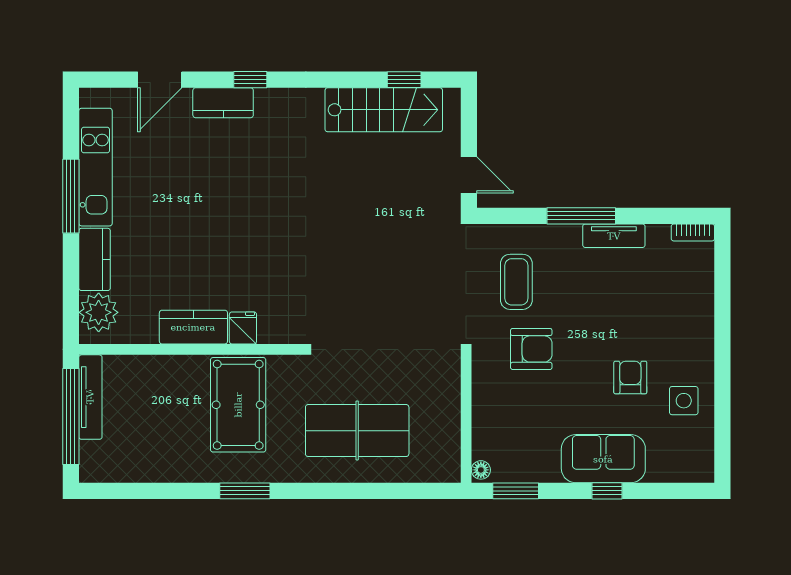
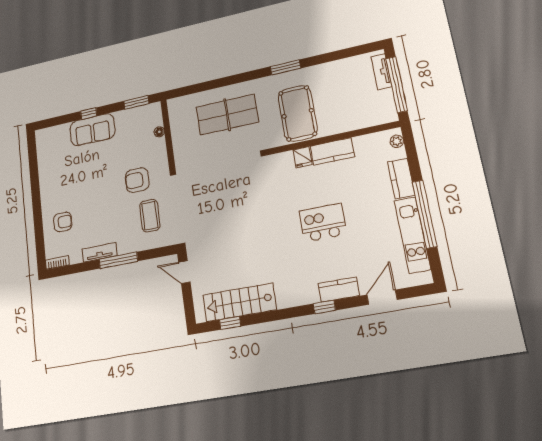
window: (71, 196) -> (425, 214), width x1.46
kitchen island: (229, 213) -> (323, 223), added
plant: (99, 312) -> (397, 141), width x0.53, depth x0.53
armchair: (630, 377) -> (63, 222), moved, turned -90
tv unit: (90, 397) -> (381, 72), moved, width x0.71
side table: (684, 401) -> (54, 170), removed
floor lamp: (481, 470) -> (159, 132), moved

